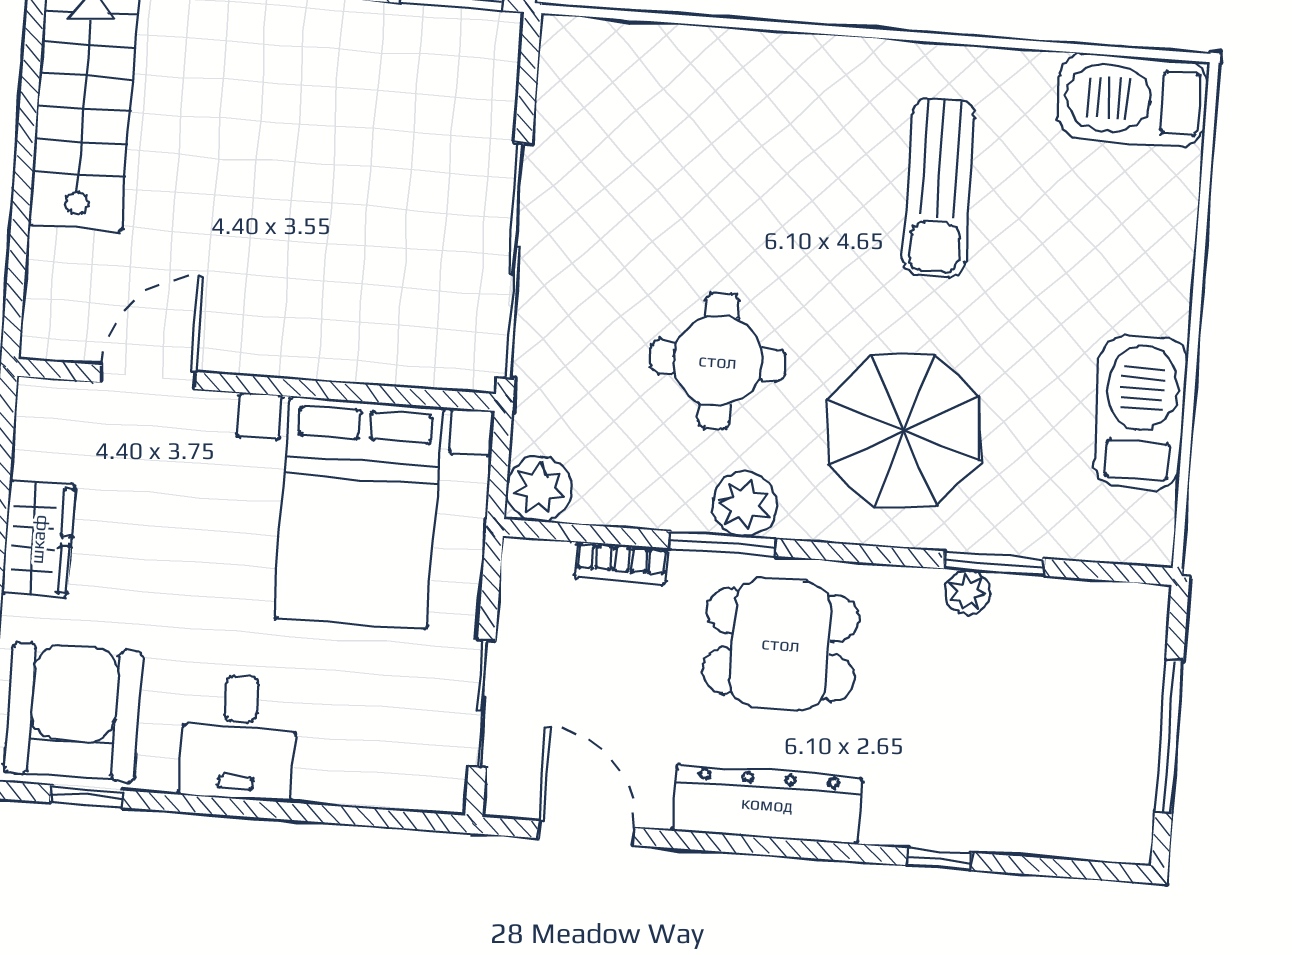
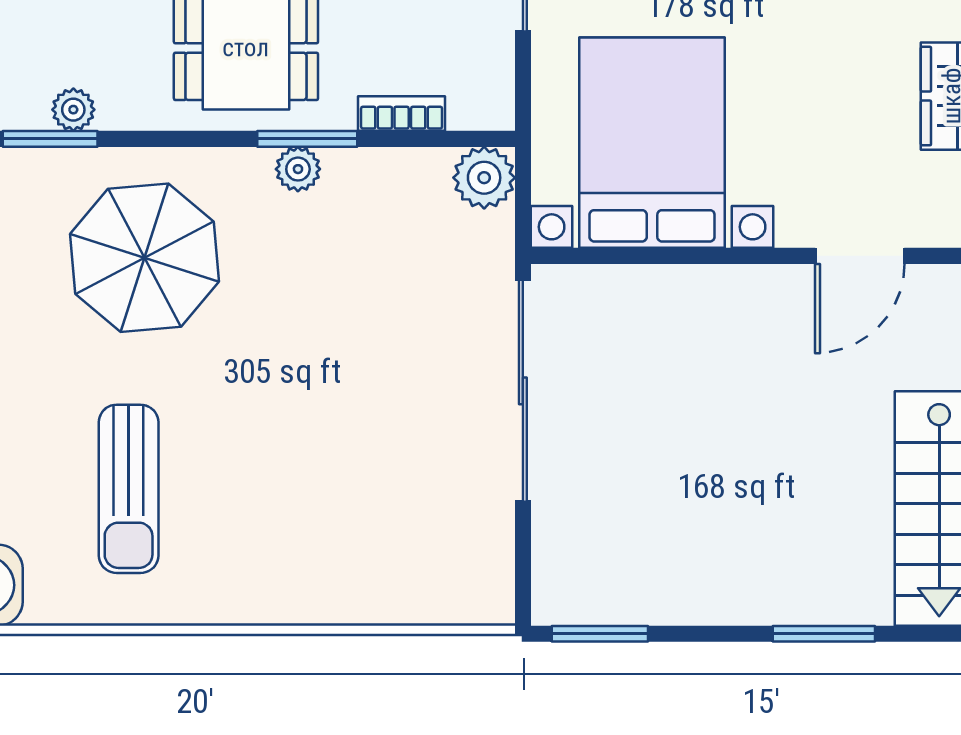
sun lounger: (939, 188) -> (129, 489), turned 180
round table: (718, 361) -> (324, 311), removed
plant: (744, 504) -> (298, 169), width x0.73, depth x0.73

